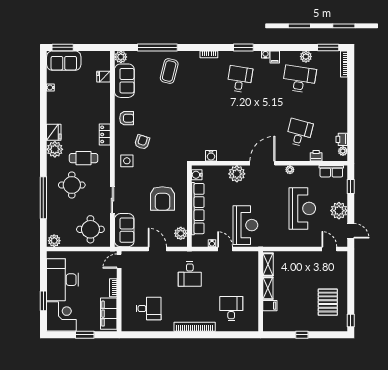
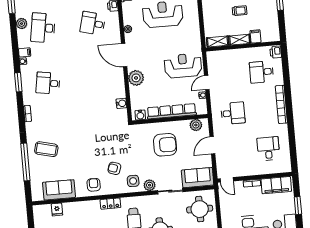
plant: (121, 57) -> (150, 185), moved
trolley: (299, 291) -> (240, 11), added
printer: (251, 326) -> (276, 52), added

